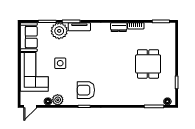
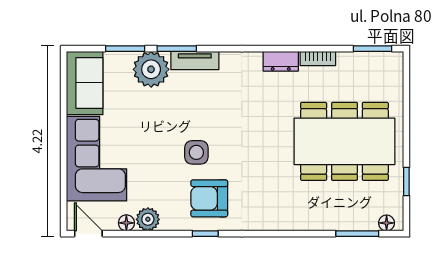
side table: (60, 63) -> (196, 152), moved
dining table: (148, 64) -> (344, 141), width x1.88, depth x1.24
door: (30, 106) -> (88, 234), swing flipped

